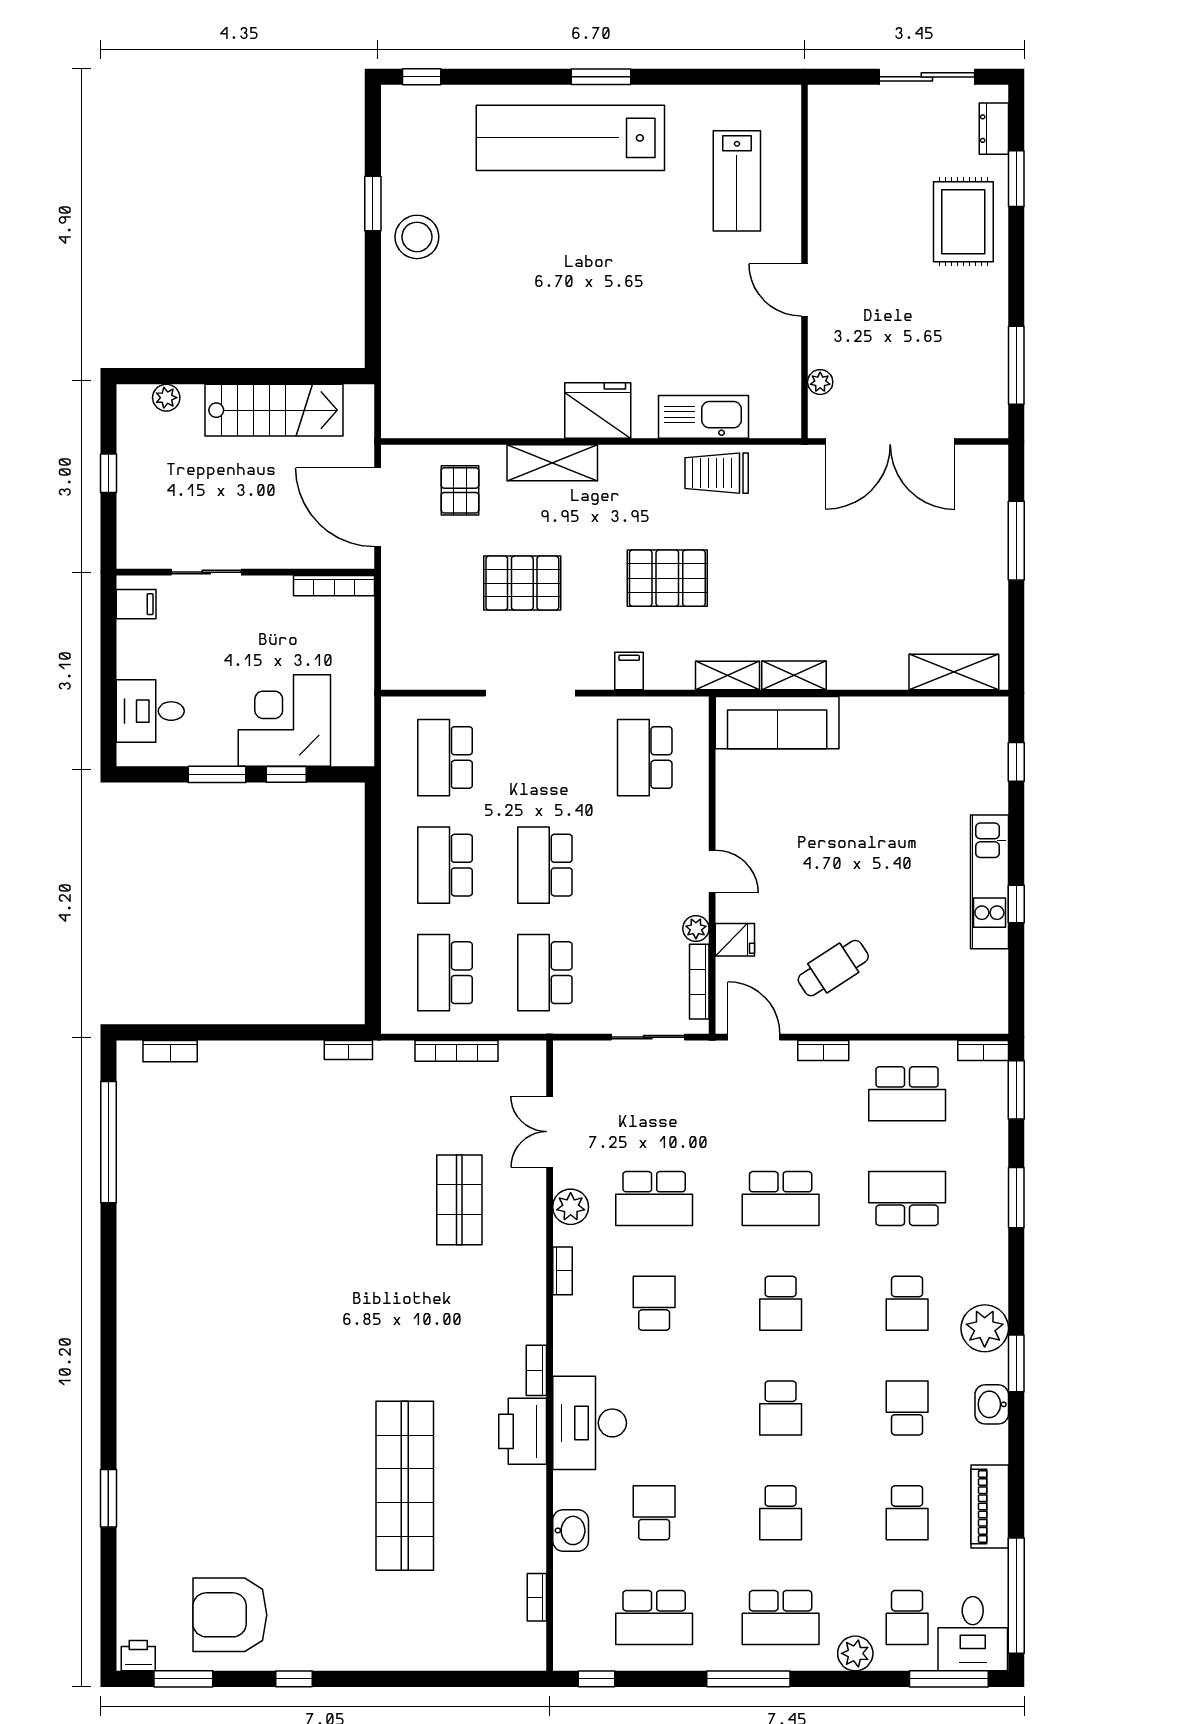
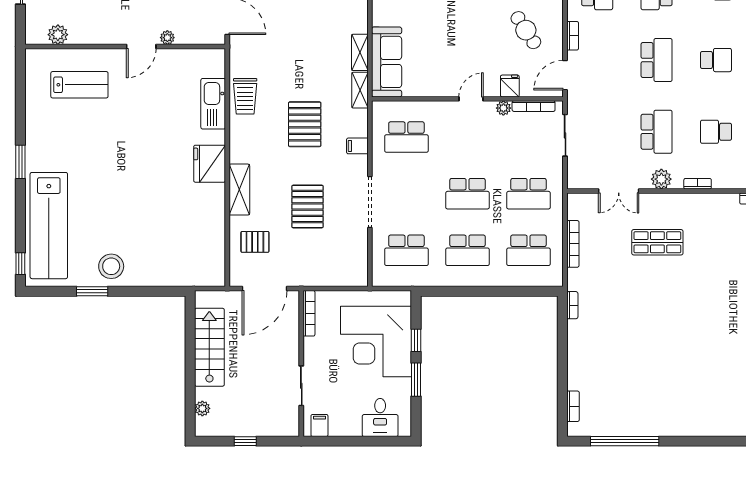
lab bench: (570, 138) -> (49, 226), moved
plant: (825, 143) -> (58, 35), added
plant: (820, 382) -> (167, 38), moved
corner desk: (284, 720) -> (376, 341), width x1.36, depth x1.36

